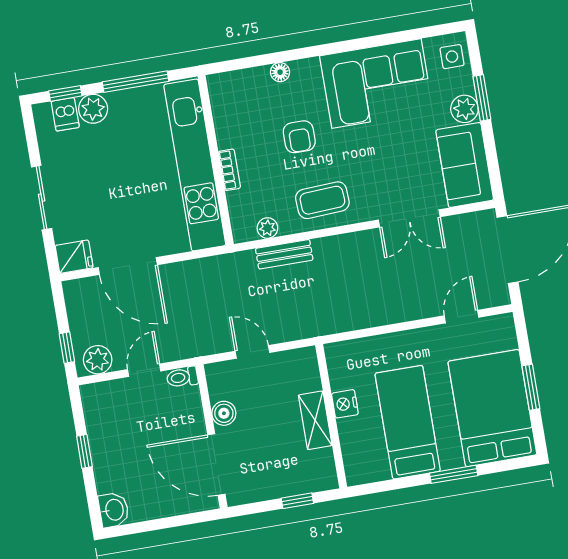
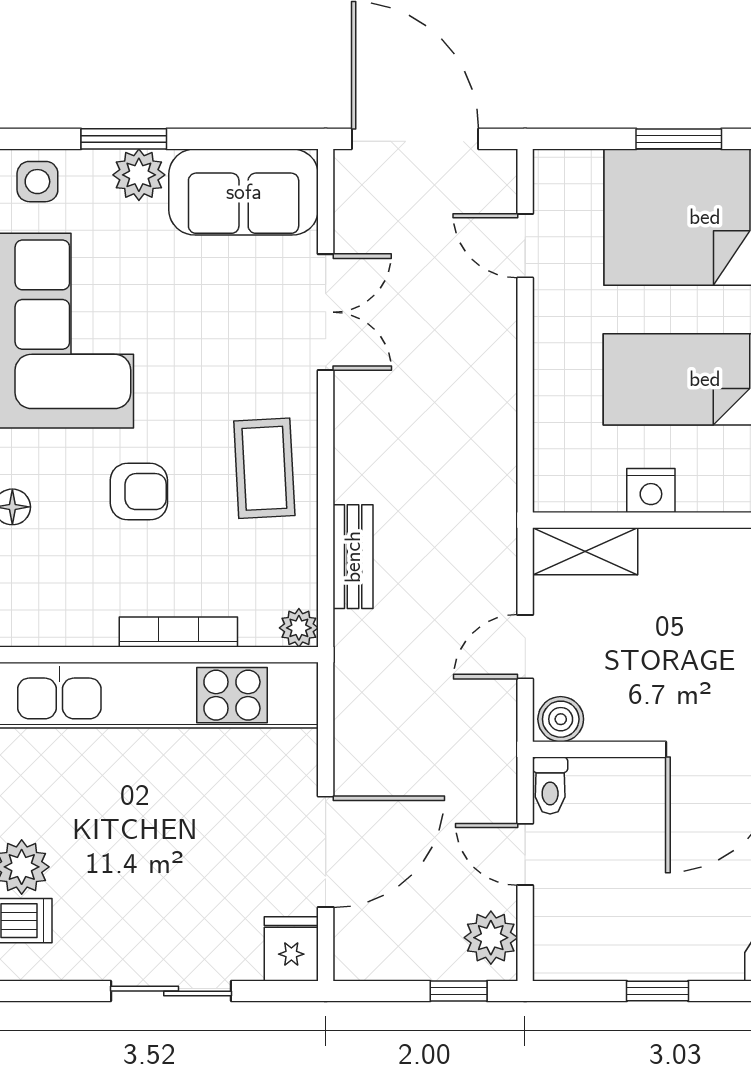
bookcase: (229, 170) -> (178, 632), width x1.56
plant: (267, 228) -> (299, 628), moved
boiler: (224, 413) -> (561, 719), moved
shelving: (315, 420) -> (585, 551), moved

